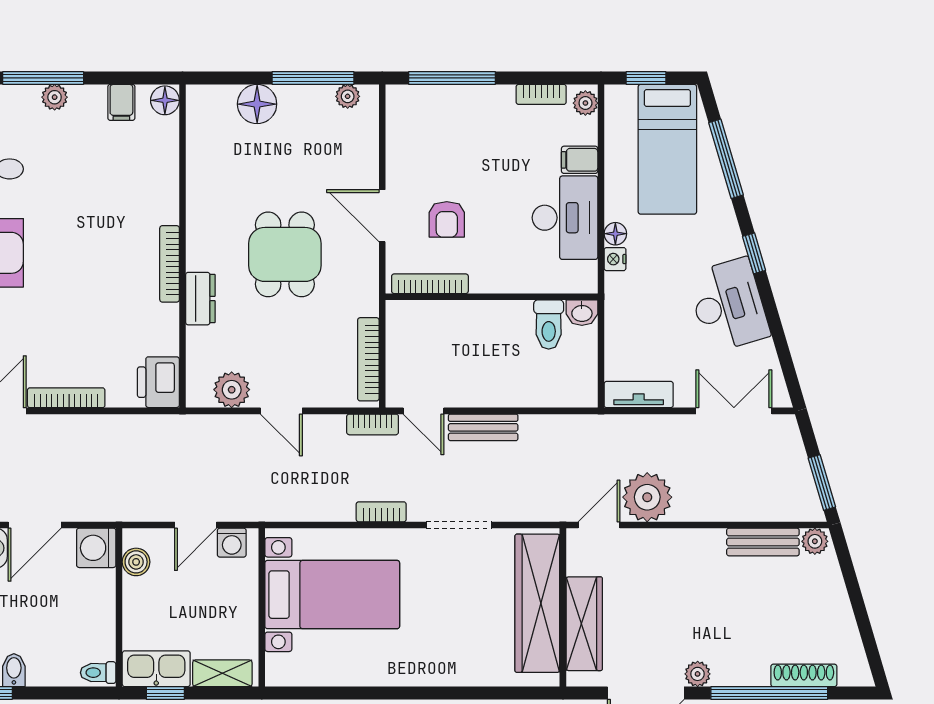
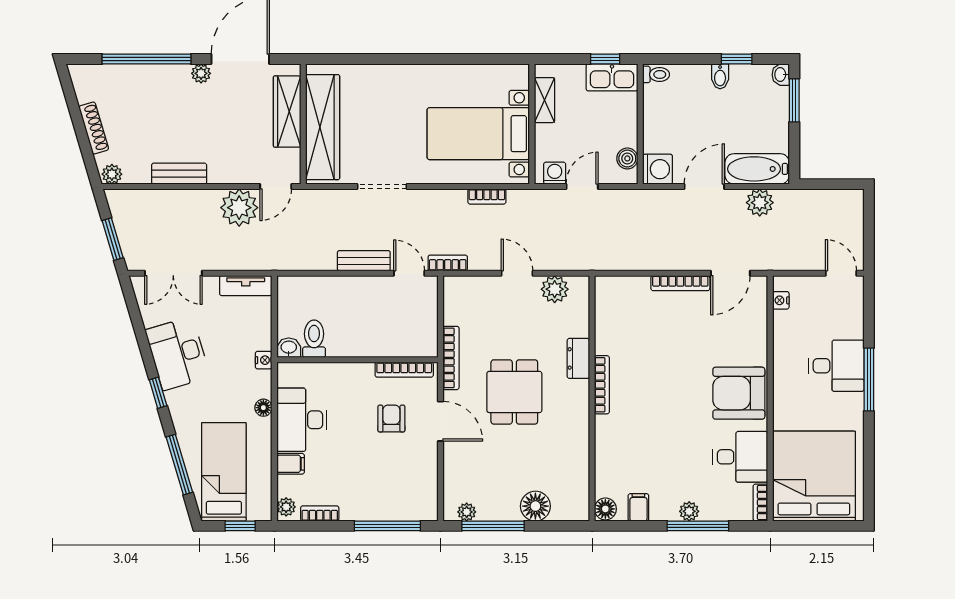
nightstand: (615, 259) -> (264, 360), moved
bookcase: (368, 359) -> (451, 358), moved
printer: (158, 382) -> (610, 295), removed
window: (822, 483) -> (113, 239), moved
bookcase: (381, 512) -> (487, 197), moved
bench: (763, 542) -> (179, 174), moved
shelving: (222, 673) -> (544, 100), moved, turned 90
shoe rack: (804, 675) -> (94, 128), moved, turned -106

